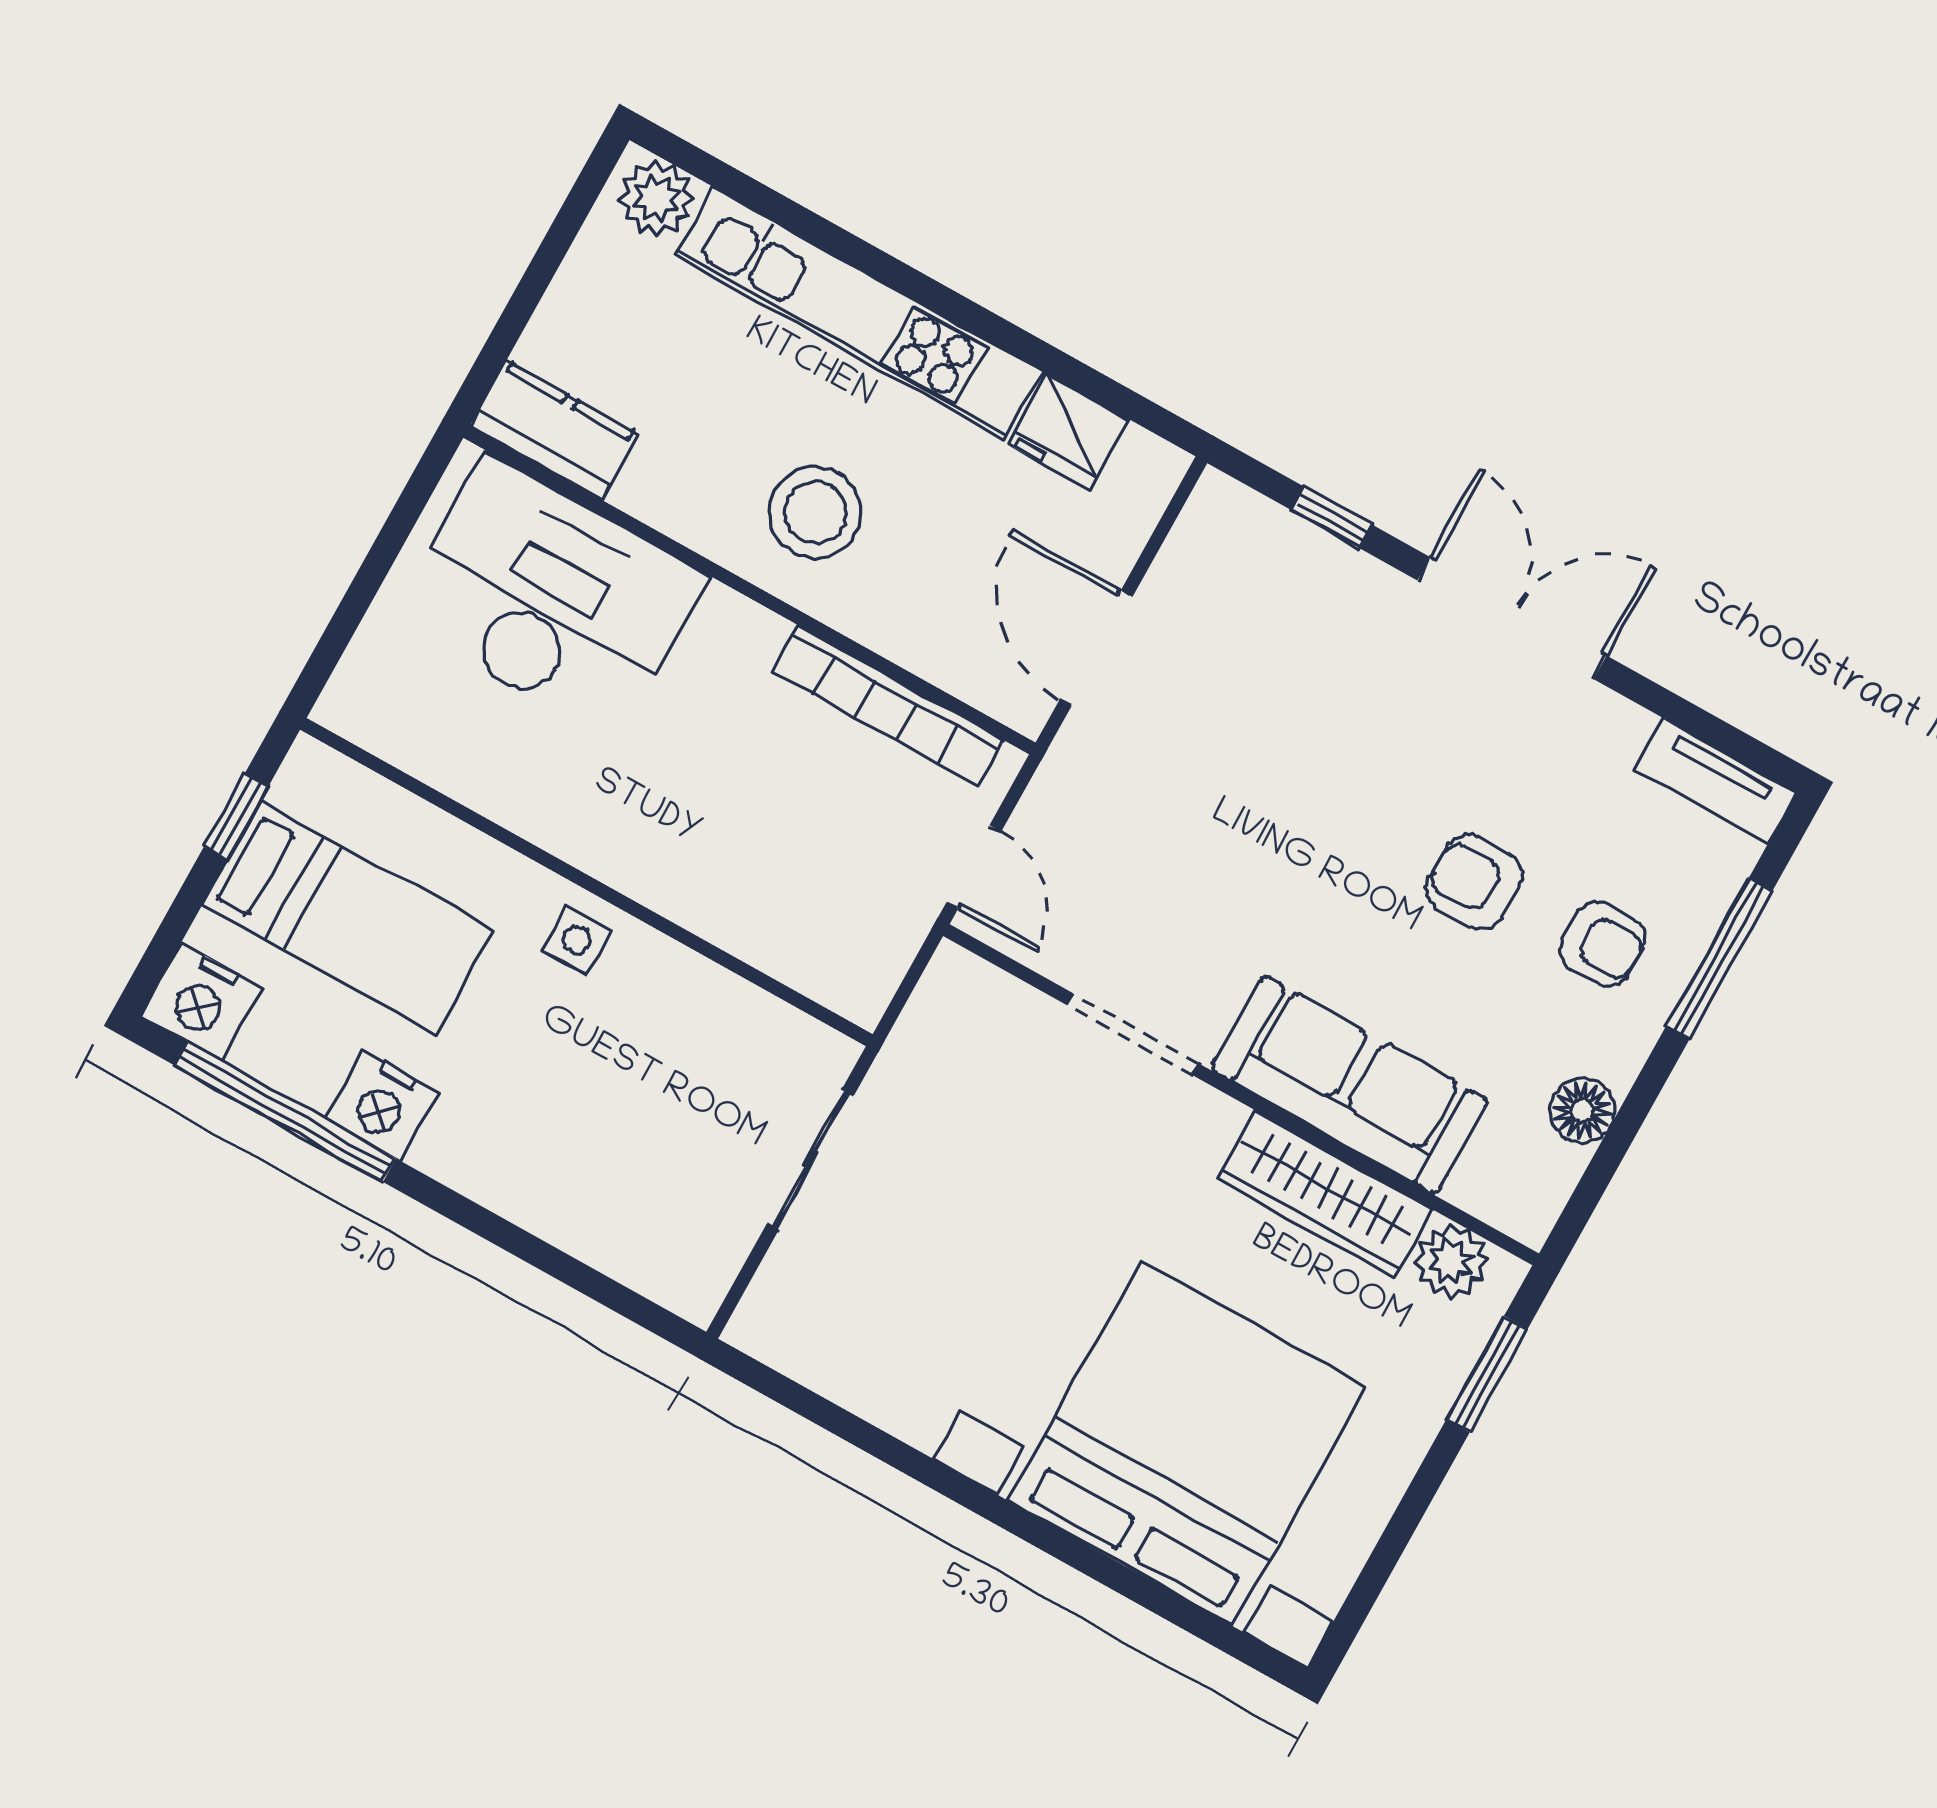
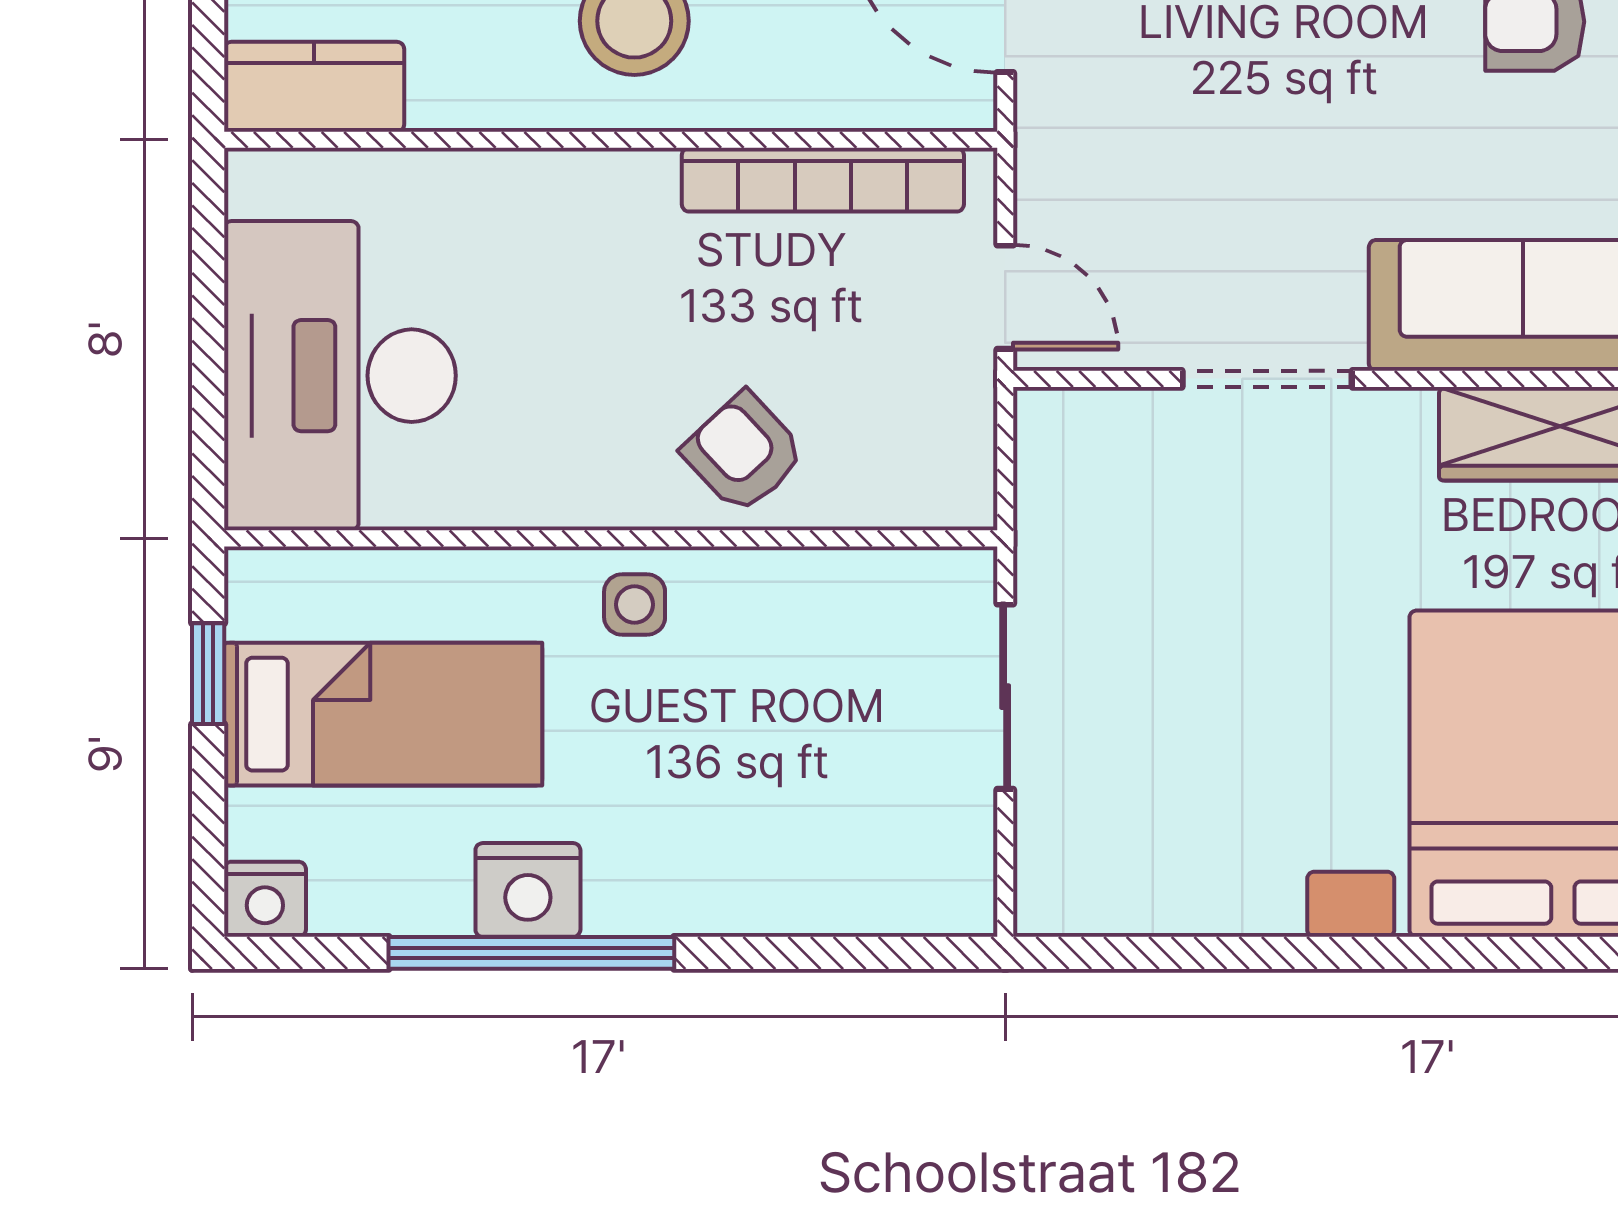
desk: (550, 598) -> (340, 376), moved, turned -90
armchair: (719, 874) -> (744, 453), added
nightstand: (201, 1002) -> (265, 899), width x0.74, depth x0.75
window: (285, 1112) -> (531, 953), moved

